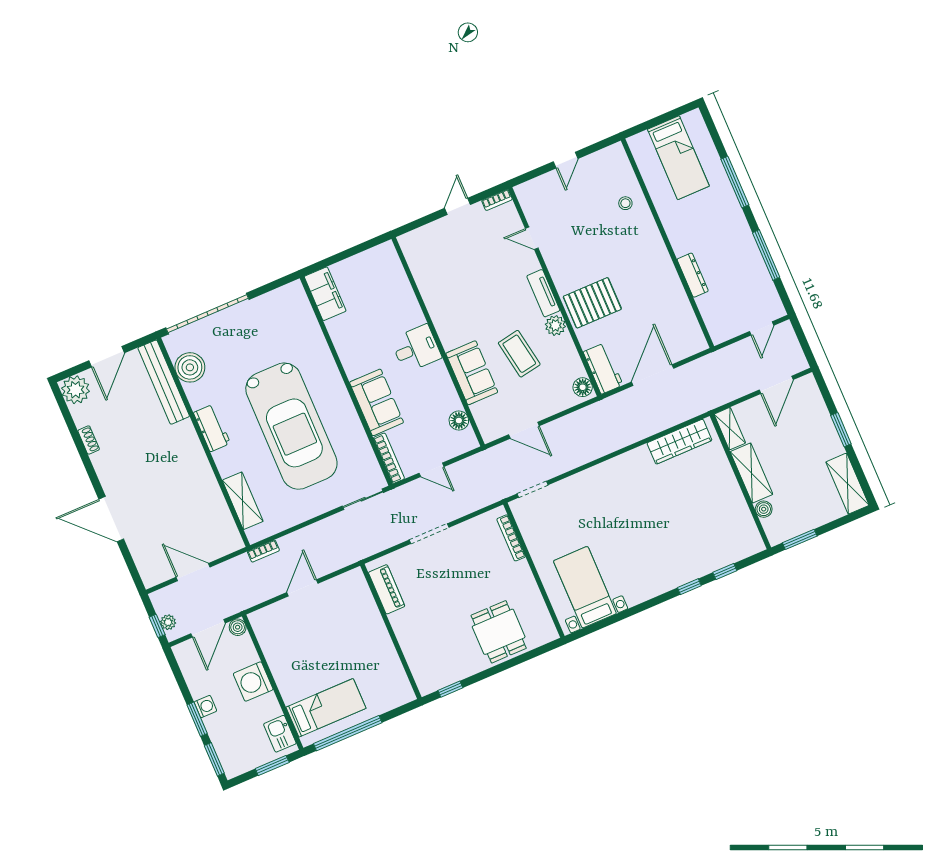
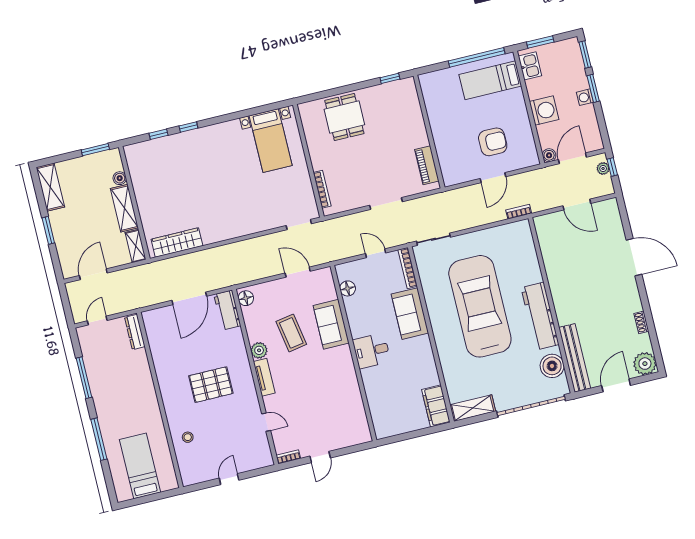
dresser: (693, 275) -> (135, 332), moved
pallet: (592, 303) -> (211, 385), moved
workbench: (212, 428) -> (540, 316), width x1.88, depth x1.32
shelving: (243, 501) -> (473, 408), moved, turned 90
armchair: (310, 632) -> (493, 142), added

